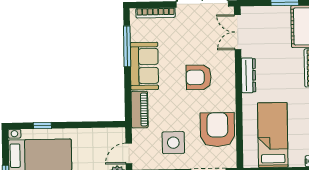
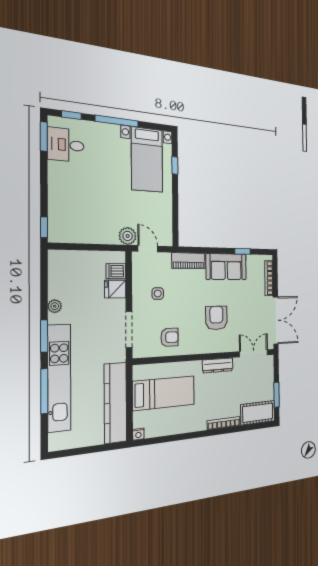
window: (127, 46) -> (243, 251), width x0.46
armchair: (217, 130) -> (170, 337), width x0.53, depth x0.53
side table: (173, 143) -> (158, 293), width x0.54, depth x0.54

